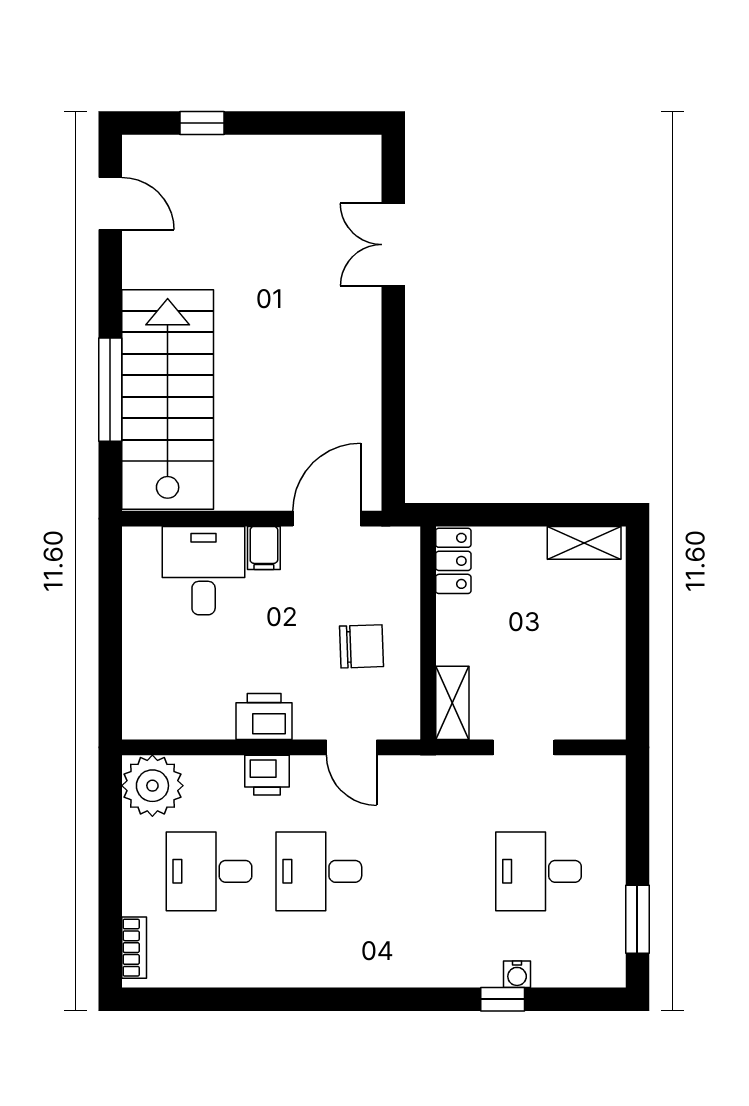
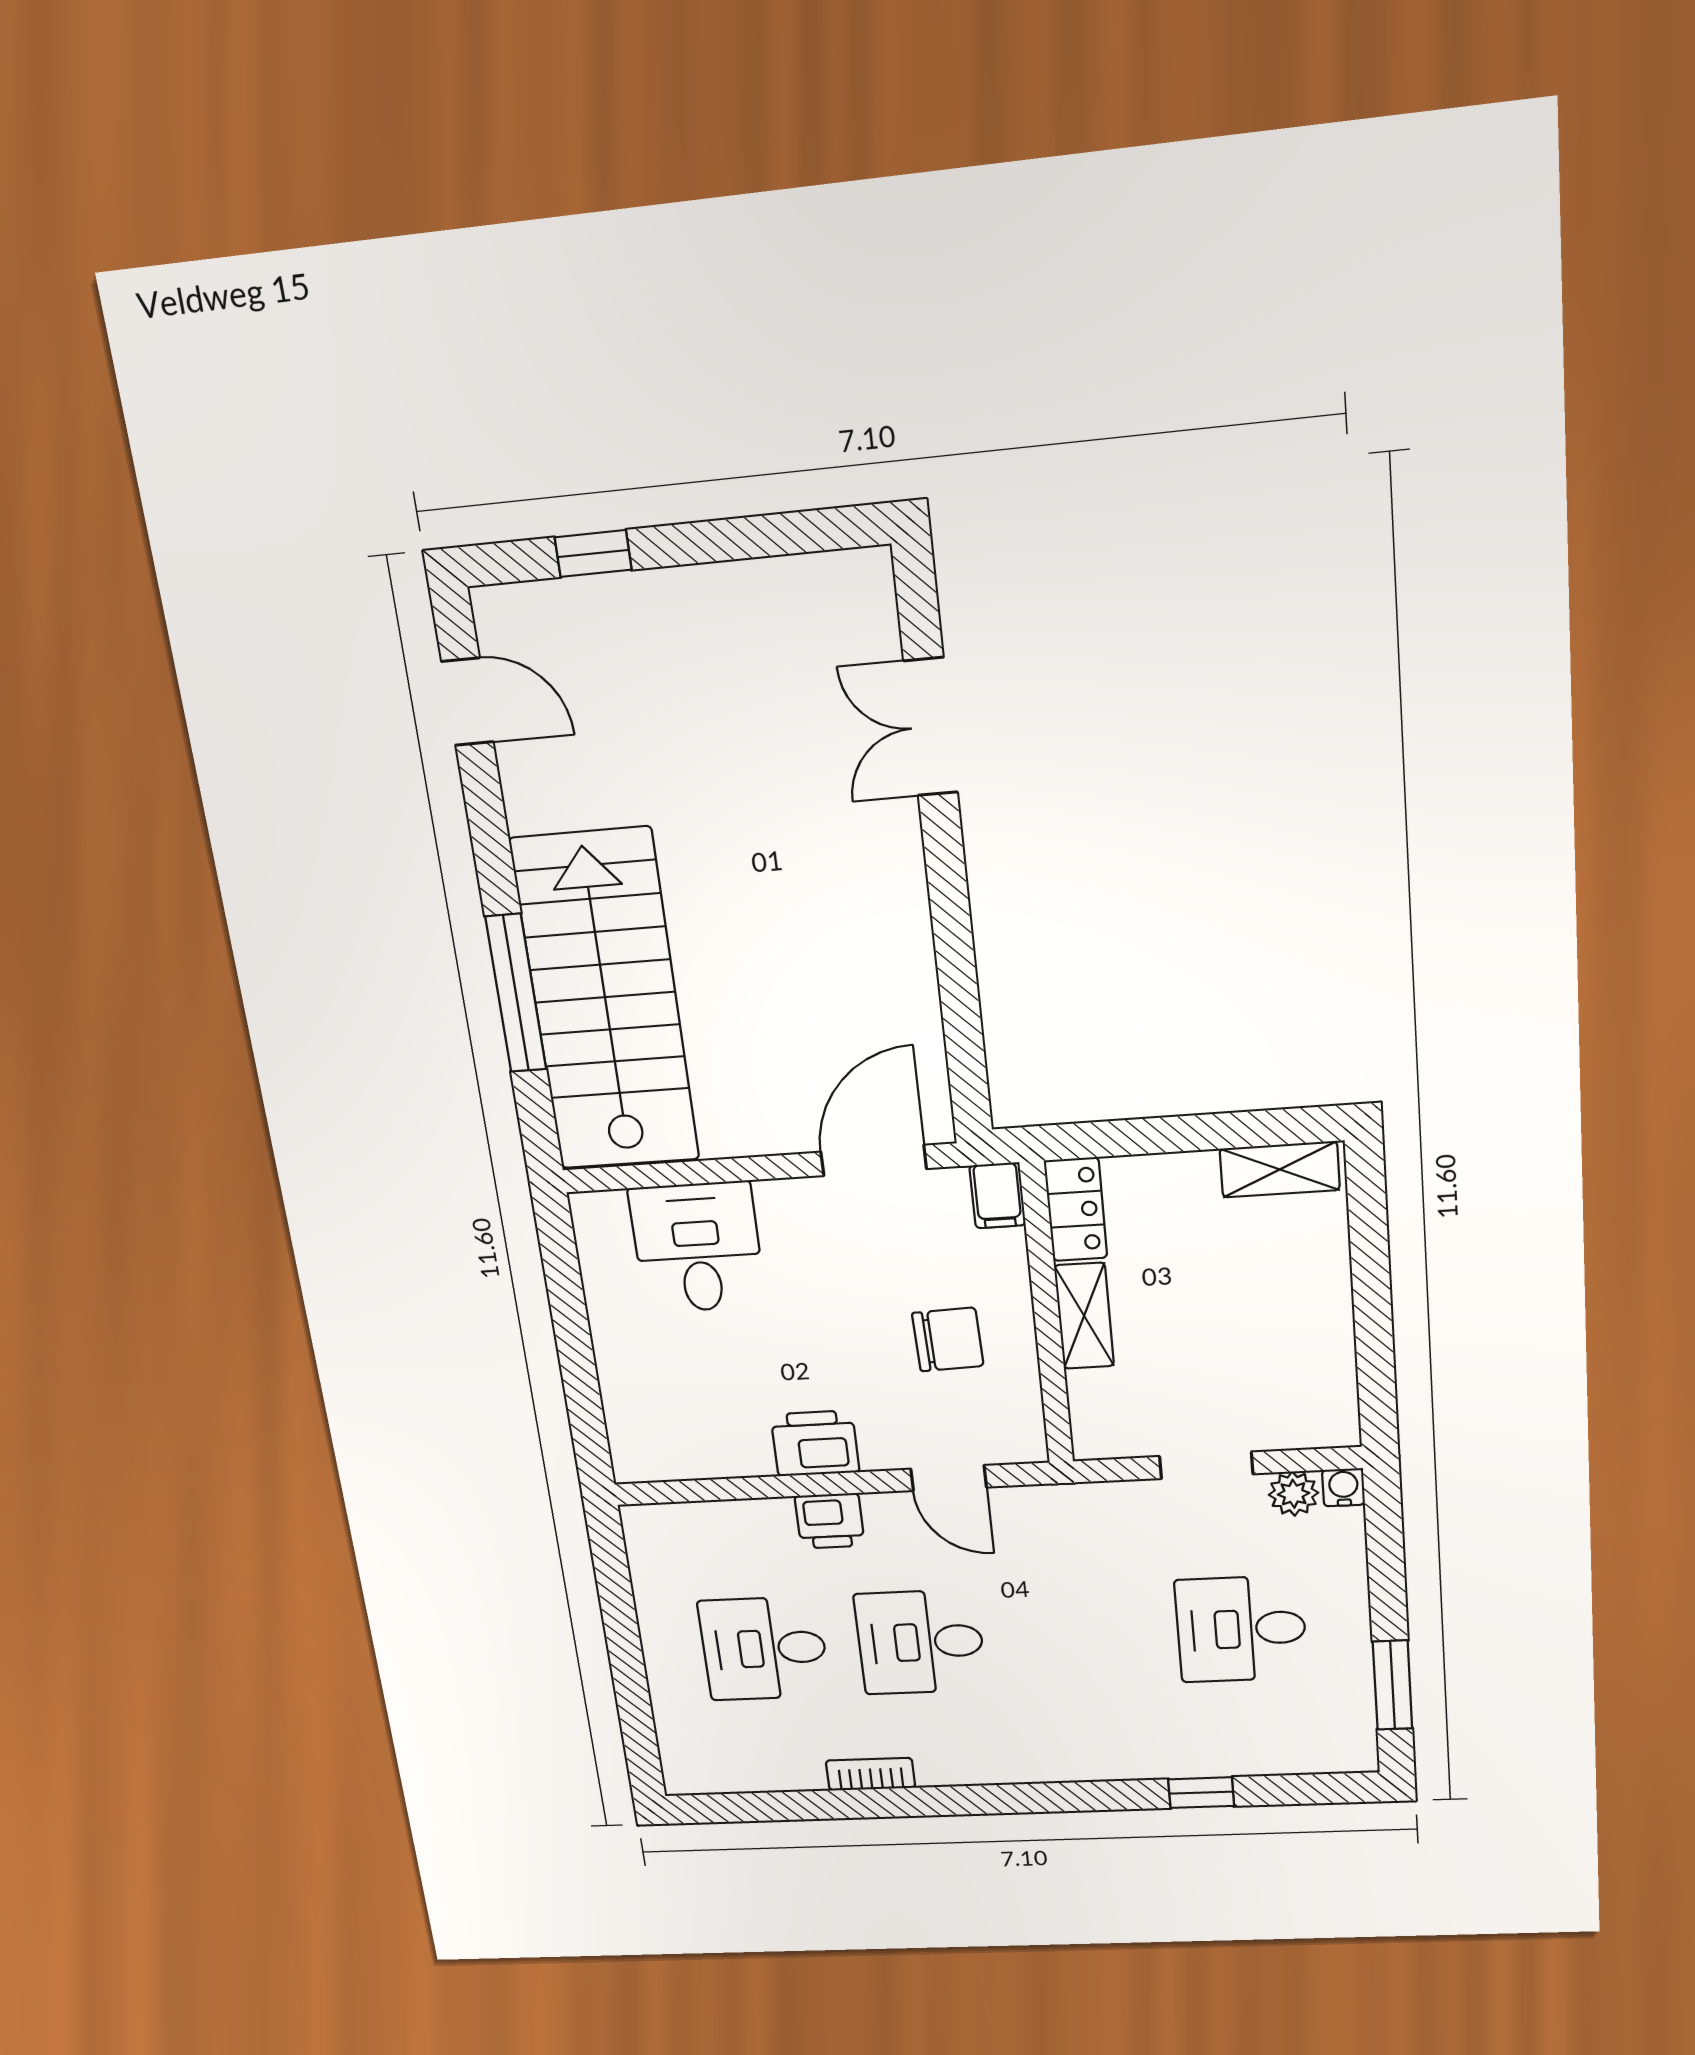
filing cabinet: (264, 548) -> (998, 1195), moved
shelving: (452, 703) -> (1084, 1316), moved
plant: (152, 786) -> (1294, 1494), moved, width x0.53, depth x0.53
bookcase: (134, 948) -> (870, 1774), moved, turned -90
water cooler: (517, 974) -> (1343, 1487), moved, turned 180

